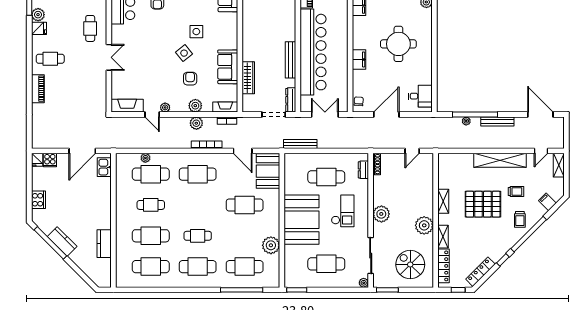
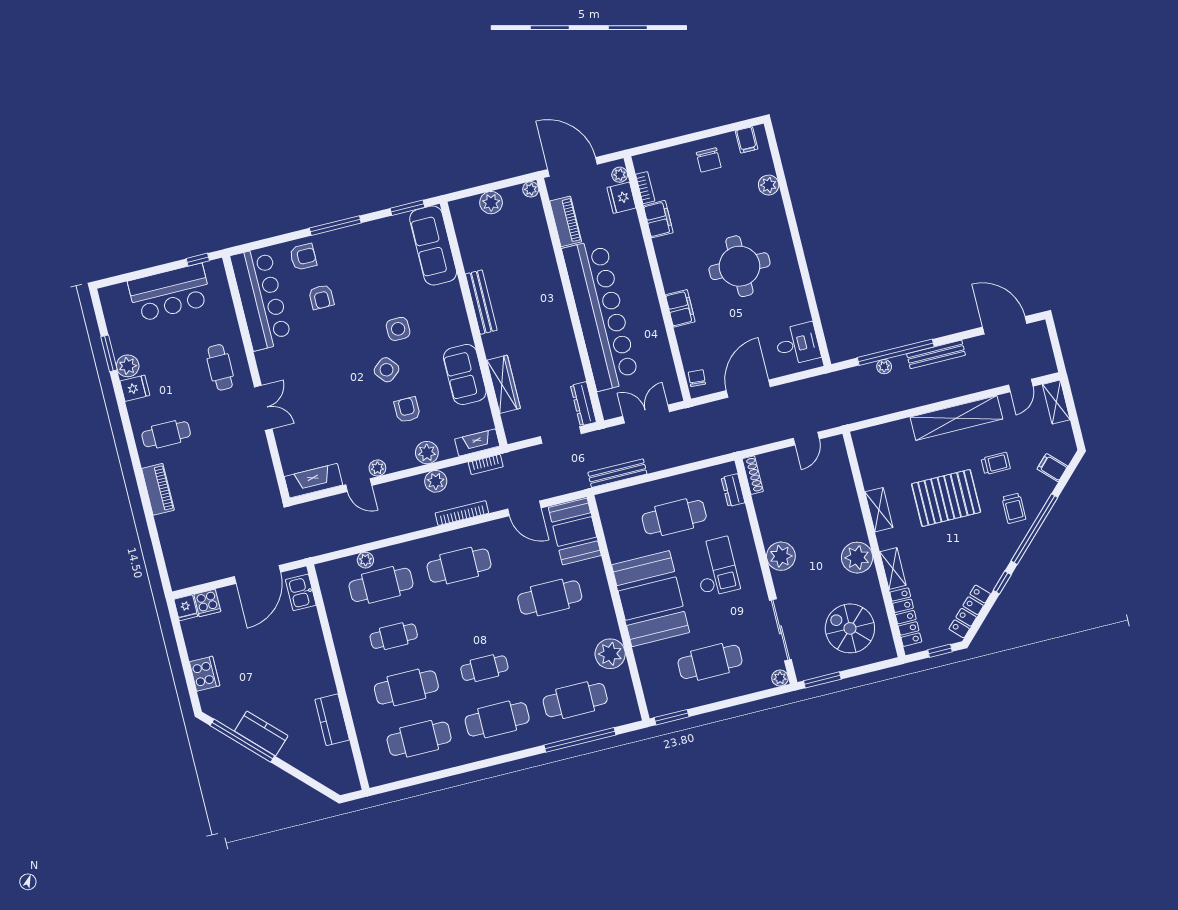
bench: (290, 60) -> (481, 302), moved

